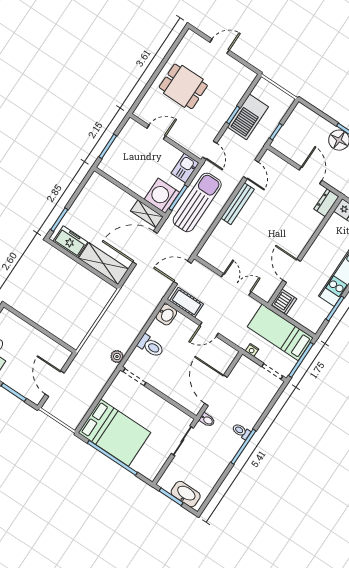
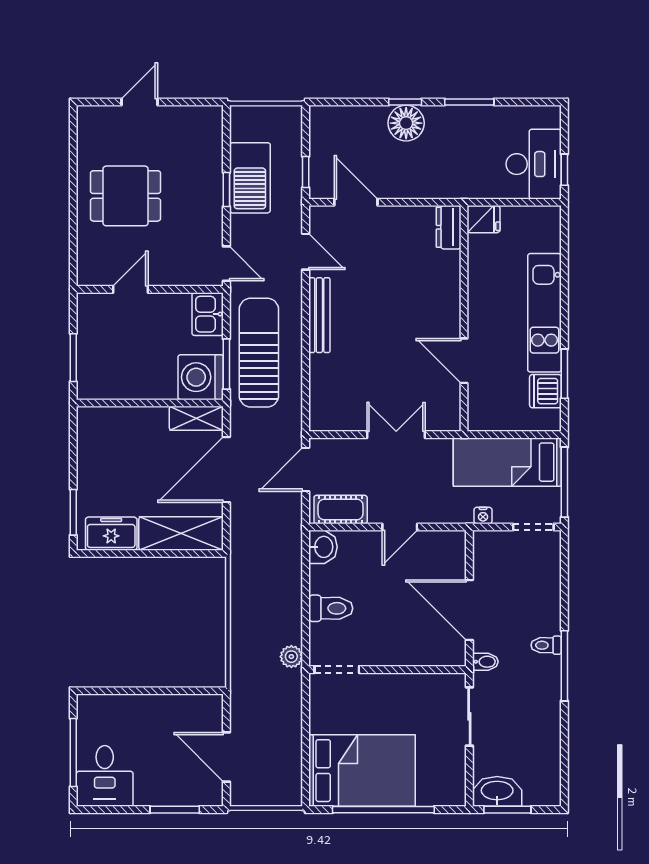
door: (311, 175) -> (356, 202), moved
dishwasher: (284, 302) -> (545, 391), moved, turned 180
washbasin: (186, 494) -> (497, 791), moved

